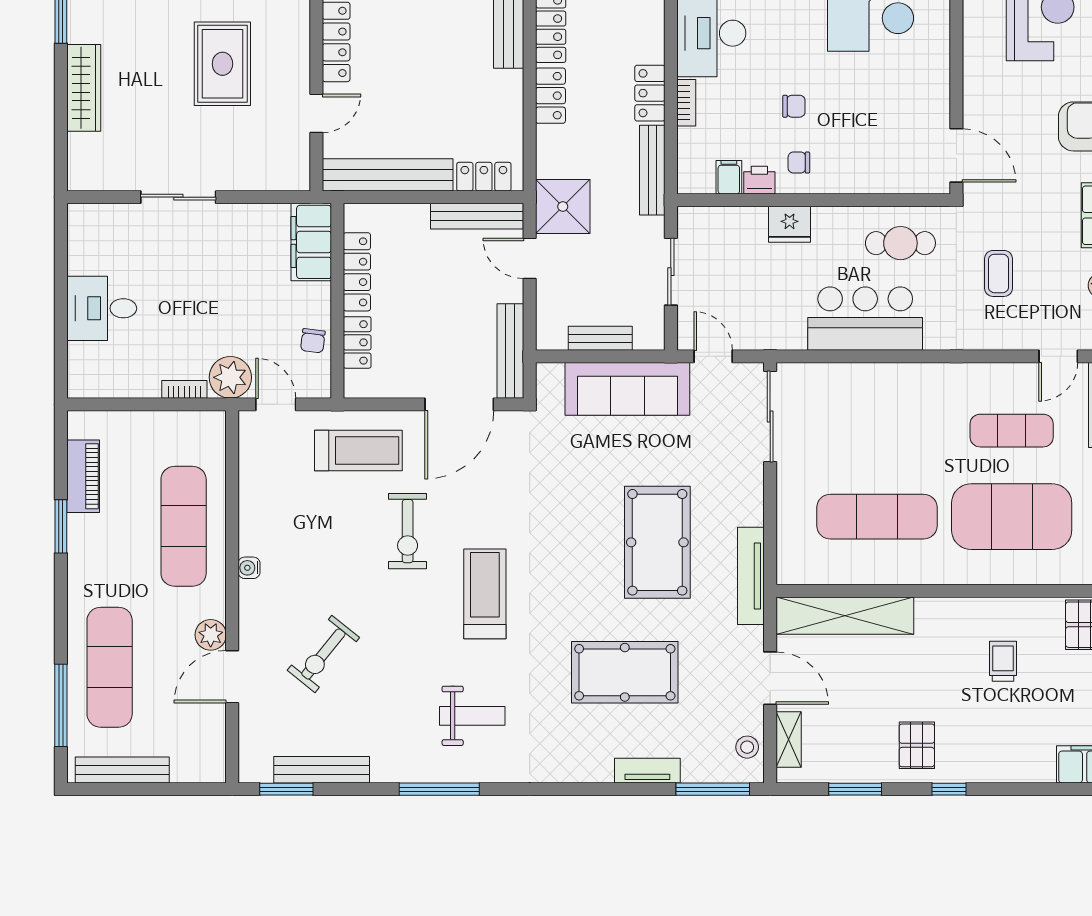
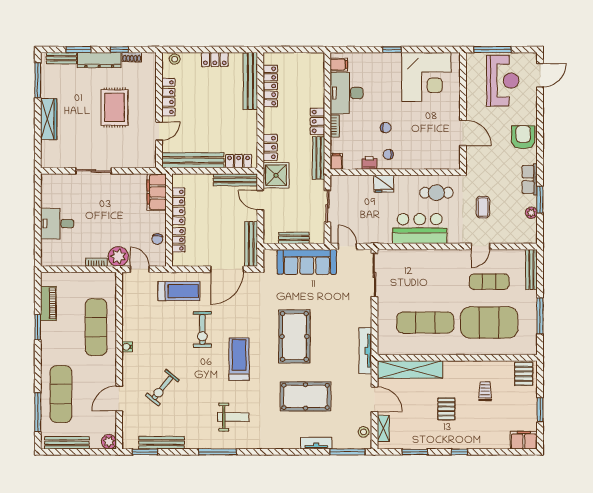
locker: (550, 96) -> (270, 147), moved
door: (956, 155) -> (463, 133), moved
filing cabinet: (729, 177) -> (336, 161), moved
door: (1058, 356) -> (481, 246), moved
pool table: (657, 542) -> (294, 336), moved
plant: (211, 635) -> (109, 442), moved
pallet: (917, 745) -> (446, 409), moved

